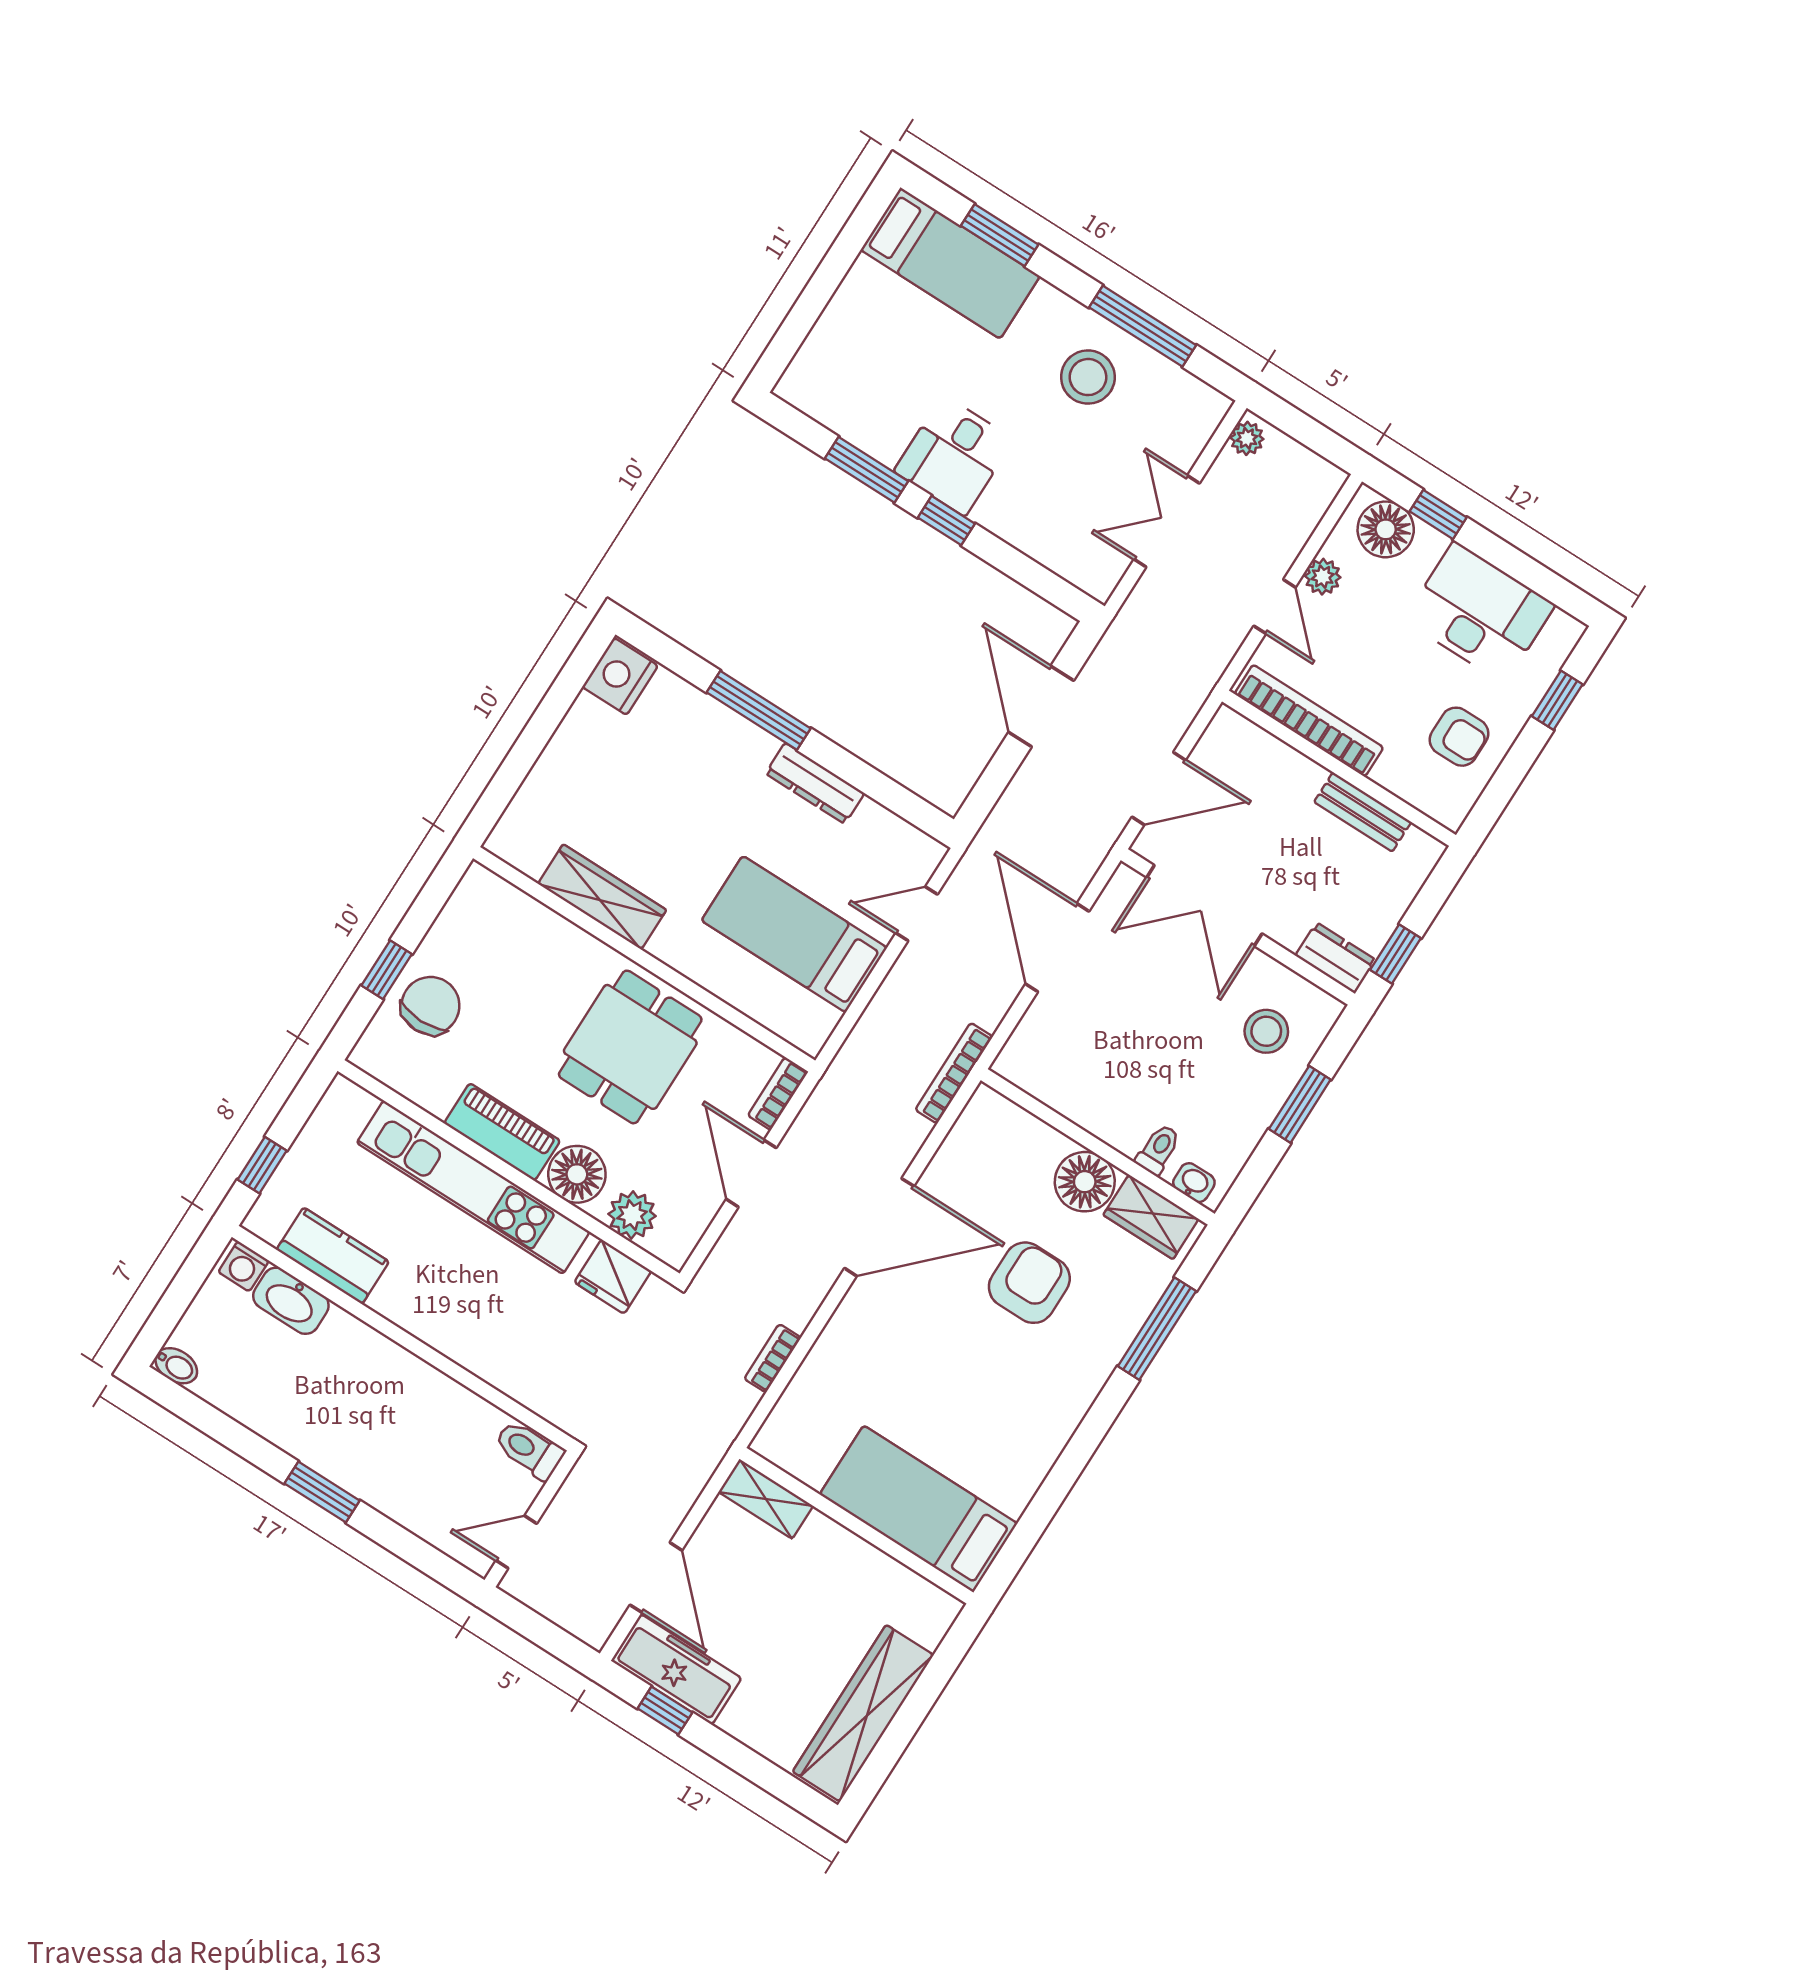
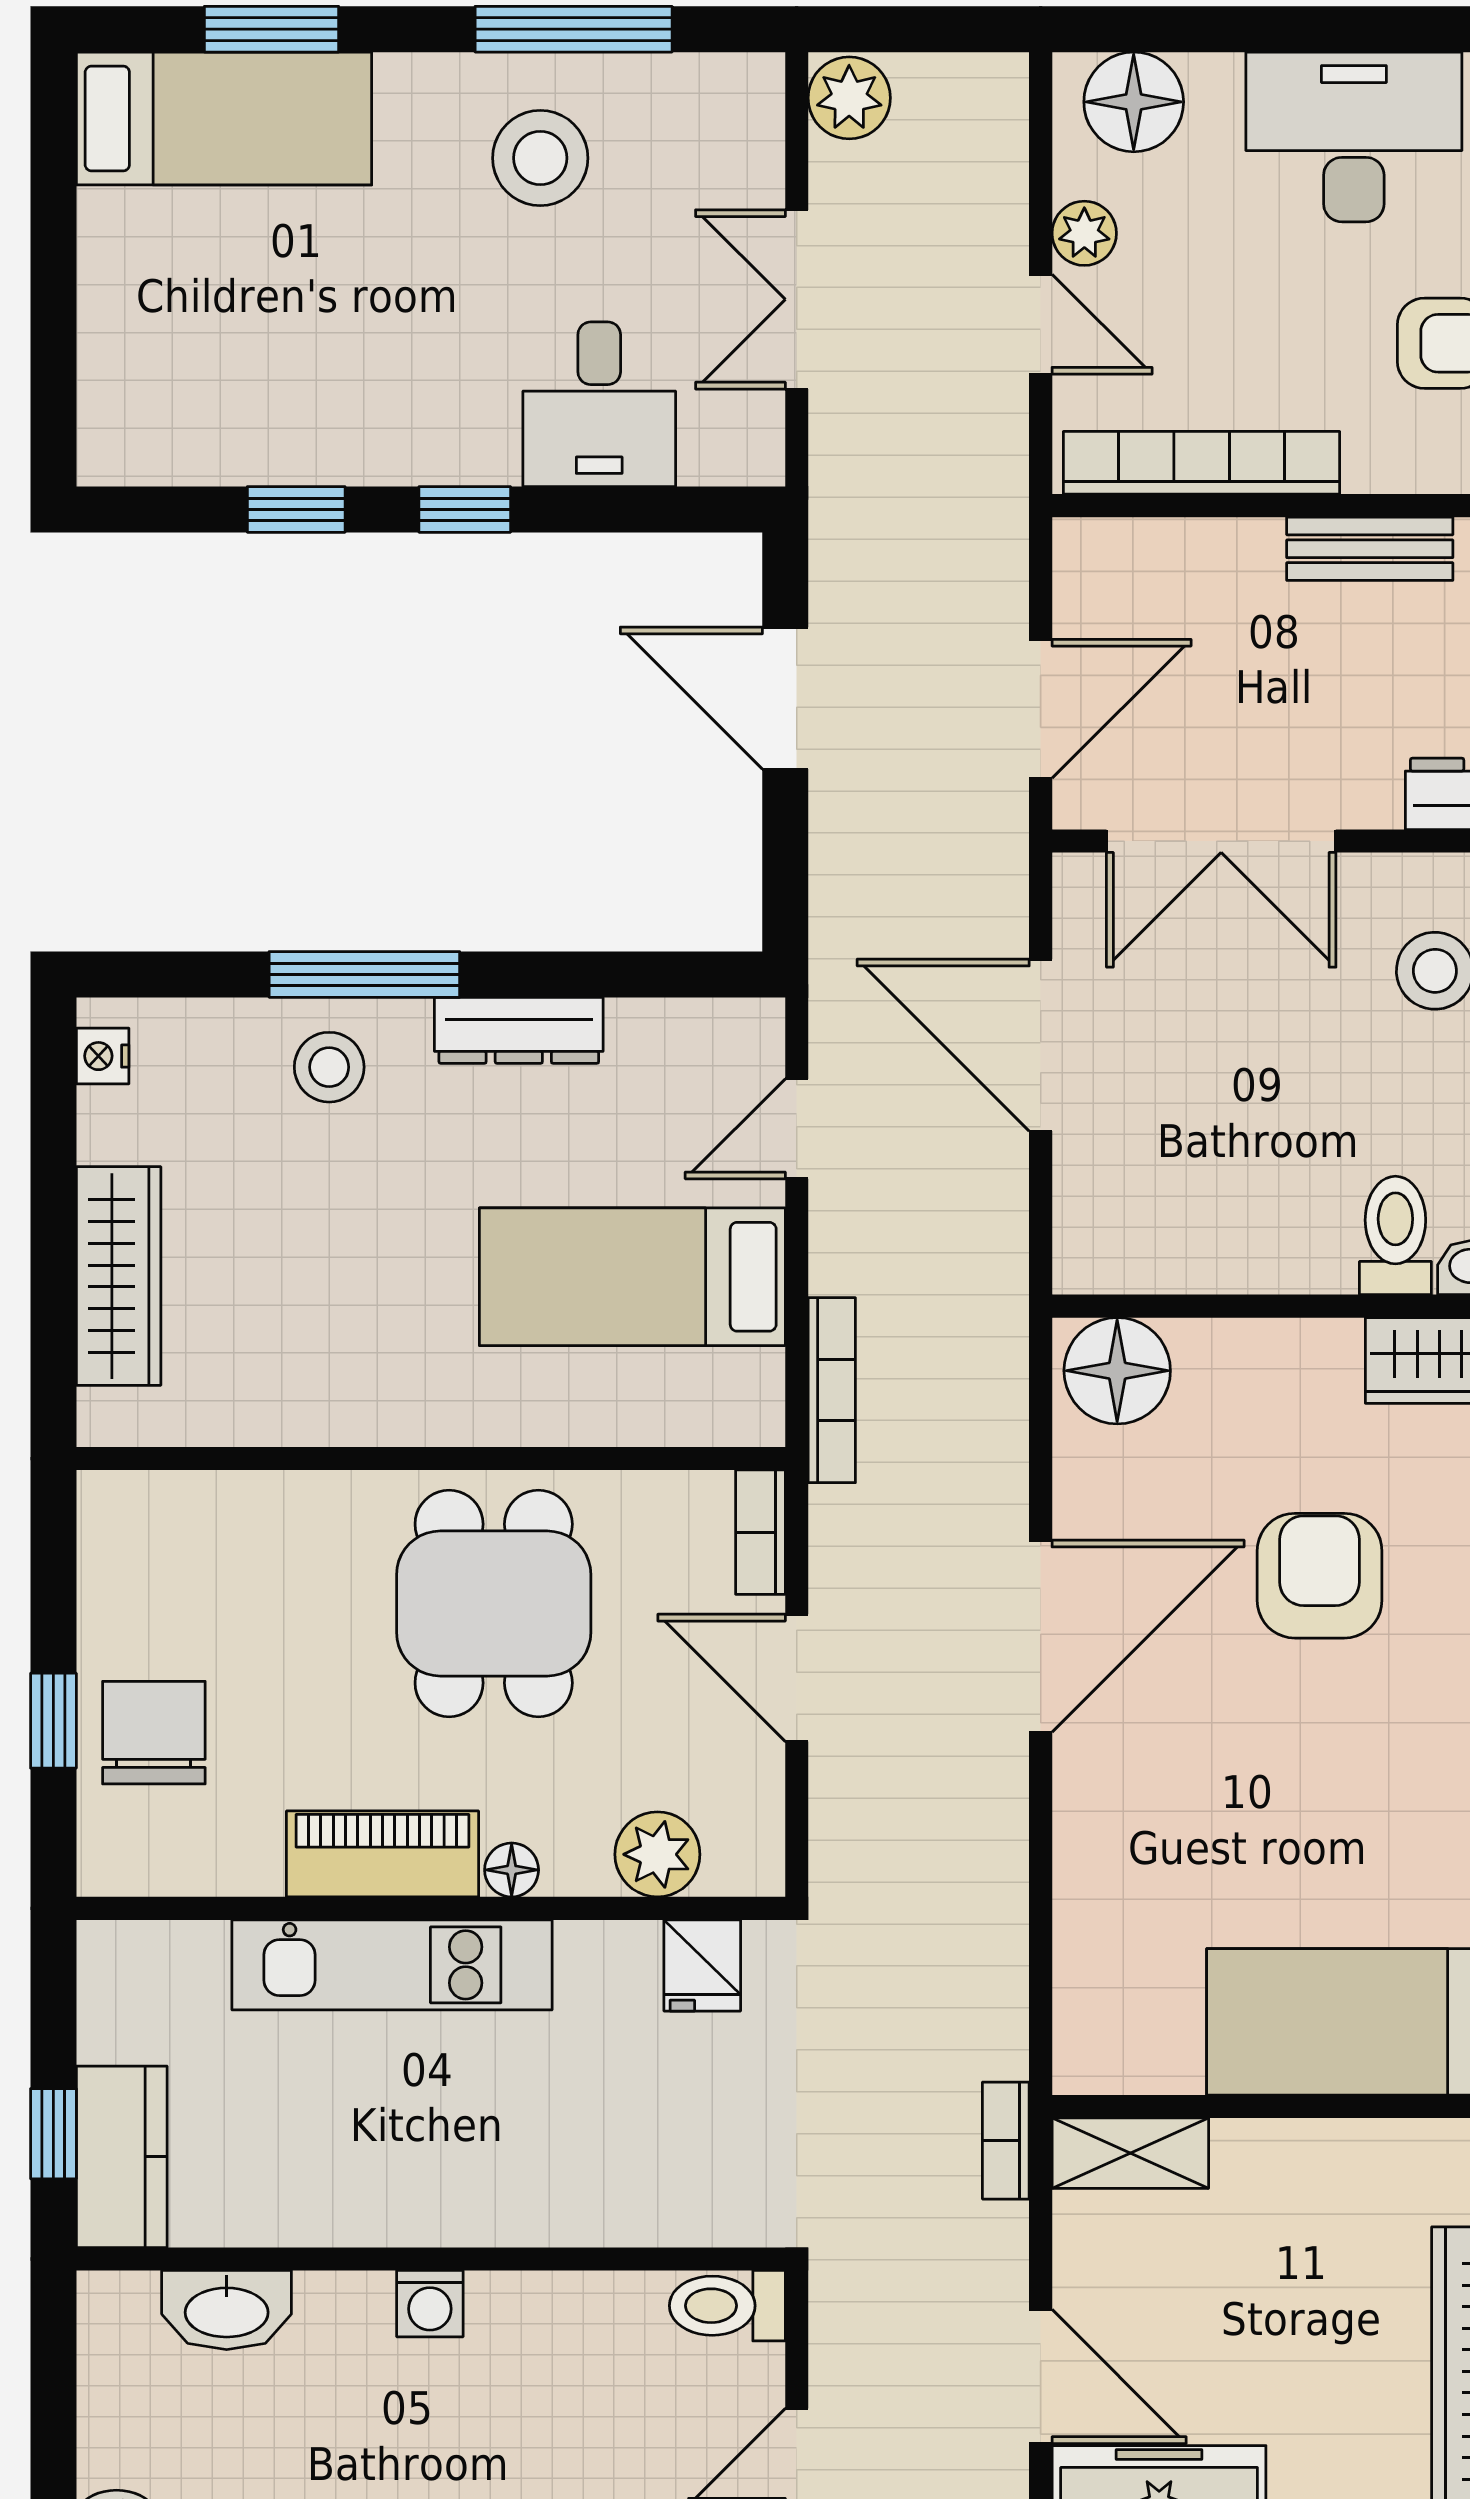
plant: (1247, 438) -> (849, 98), width x1.38, depth x1.38
desk: (954, 455) -> (599, 404), moved
window: (867, 470) -> (296, 509), width x0.67
window: (1438, 514) -> (1198, 29), removed
nightstand: (620, 676) -> (103, 1056), width x0.53, depth x0.56
stool: (714, 744) -> (329, 1067), added
wardrobe: (602, 897) -> (119, 1276), moved, turned 90
bookcase: (954, 1073) -> (832, 1390), moved, turned 180
toilet: (1158, 1149) -> (1395, 1235), width x1.37, depth x1.39
floor lamp: (577, 1174) -> (512, 1870), width x0.53, depth x0.53
floor lamp: (1085, 1182) -> (1117, 1371), moved
kitchen unit: (473, 1187) -> (392, 1965), width x0.73
kitchen counter: (333, 1256) -> (122, 2157), moved, turned 90
washing machine: (244, 1266) -> (430, 2304), moved
fridge: (613, 1277) -> (702, 1965), width x0.72
bookcase: (773, 1358) -> (1006, 2141), moved

